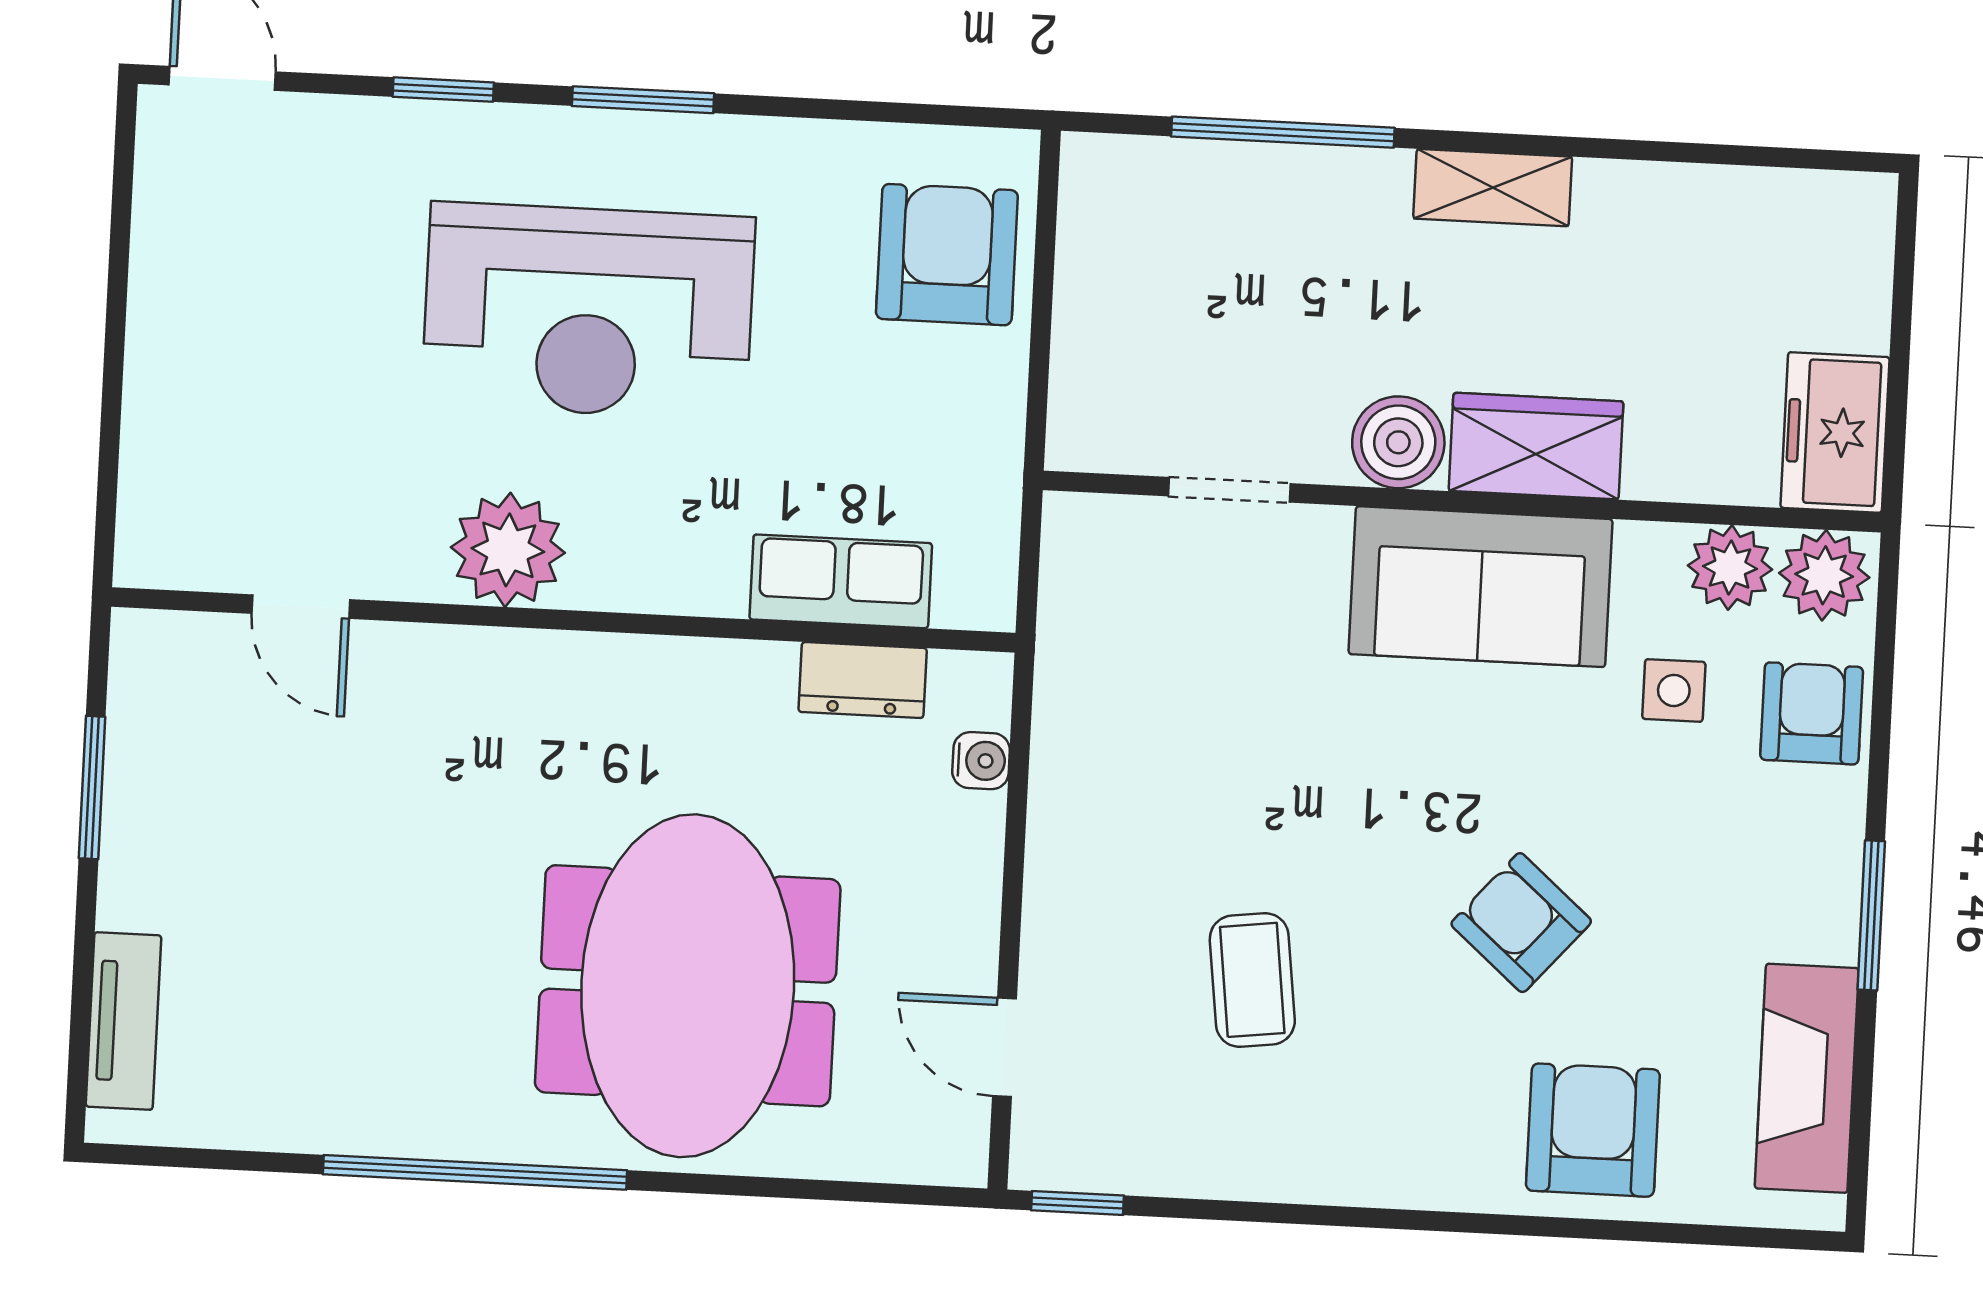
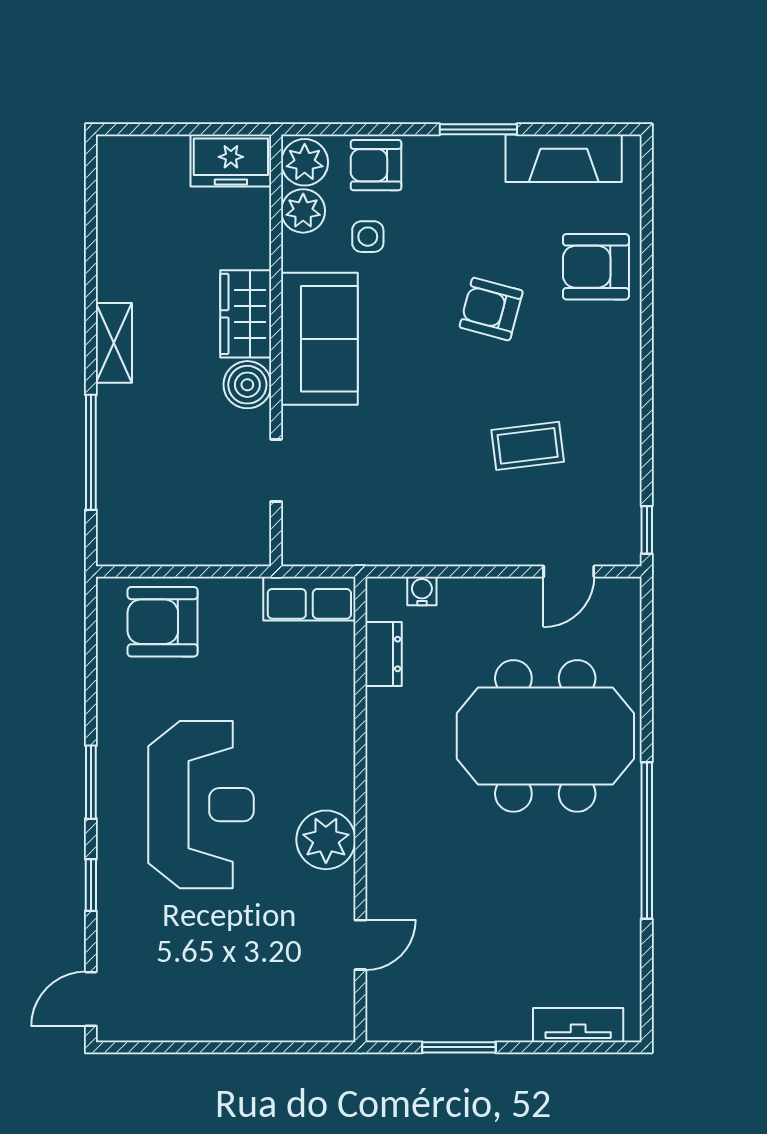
row of seats: (841, 581) -> (309, 599), moved, turned -90
armchair: (1521, 923) -> (491, 309), turned 64

